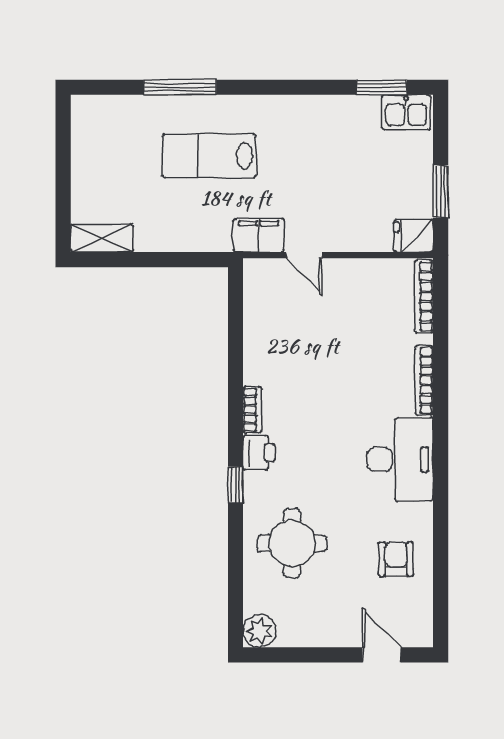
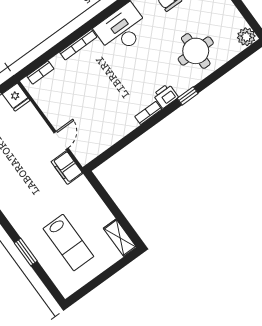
window: (180, 87) -> (26, 252), width x0.69
lab bench: (209, 156) -> (68, 243), moved
bookcase: (424, 296) -> (40, 72), width x0.64

